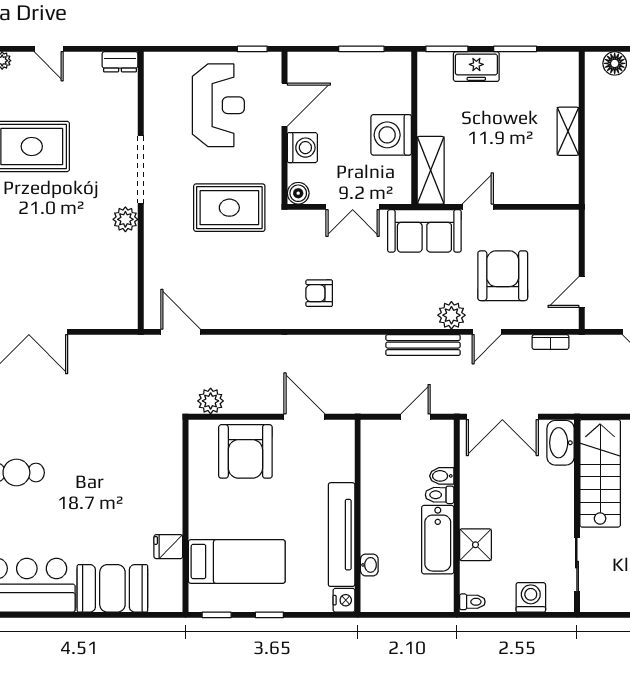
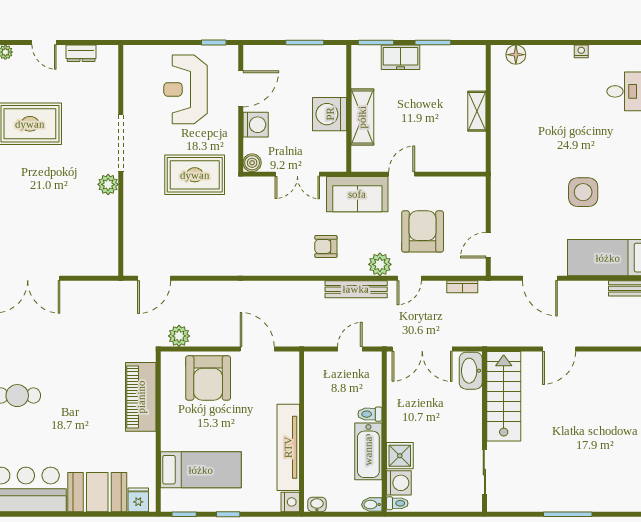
dresser: (120, 62) -> (81, 53), moved
reception desk: (218, 105) -> (185, 89), turned 180
shelving: (431, 170) -> (362, 117), moved
armchair: (319, 293) -> (326, 246), moved
door: (181, 332) -> (154, 278), swing flipped
piano: (165, 474) -> (141, 397), added
bidet: (442, 476) -> (372, 505), moved
fridge: (168, 547) -> (138, 500), moved, turned 90
washbasin: (369, 565) -> (317, 504), moved, turned -90
washing machine: (531, 597) -> (399, 483), moved, turned 90

